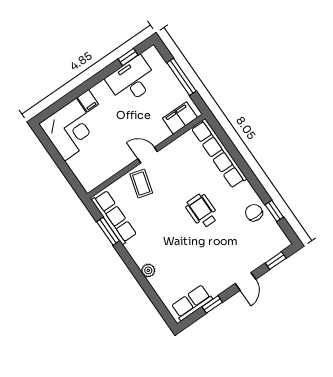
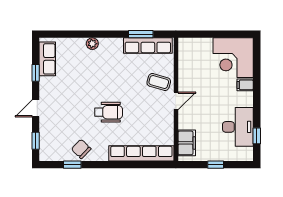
window: (182, 77) -> (216, 165), width x0.46
chair: (254, 213) -> (81, 149), turned -136
door: (246, 281) -> (36, 108), hinge flipped

